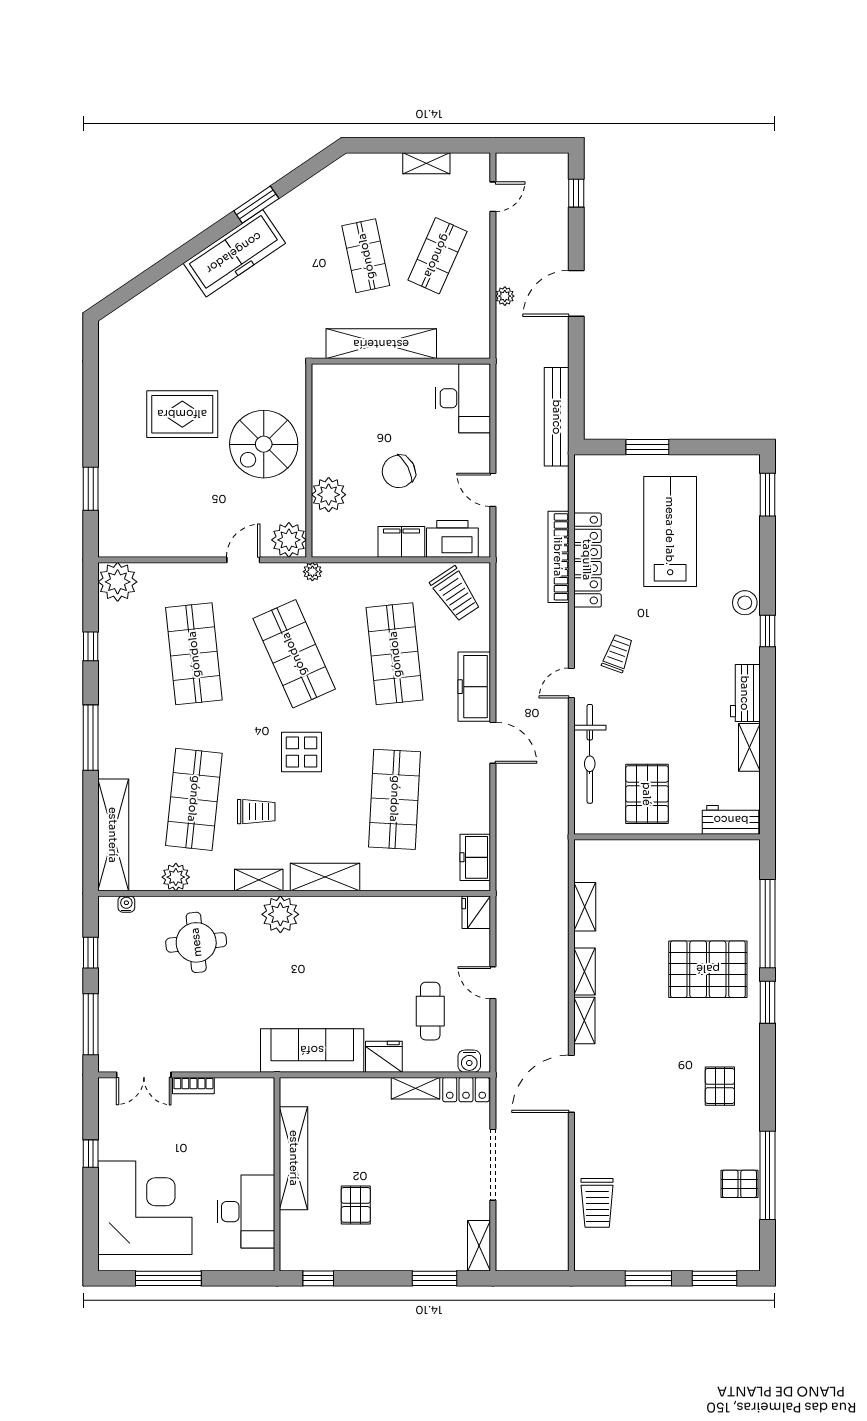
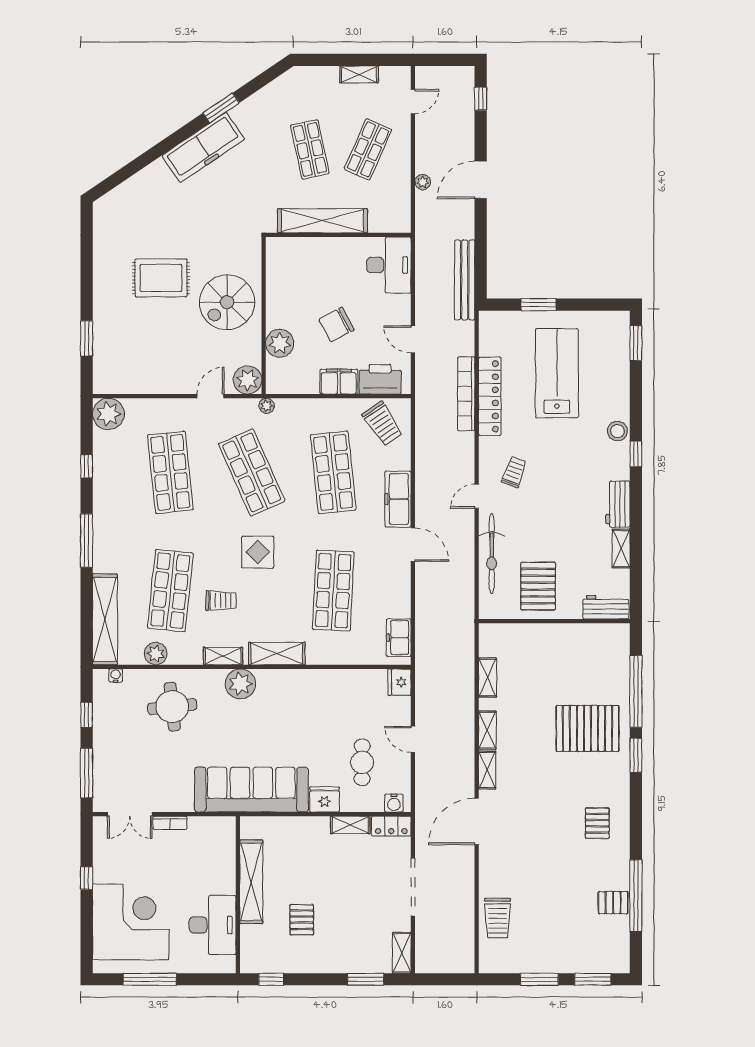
sofa: (312, 1050) -> (251, 790), width x1.36, depth x1.27

